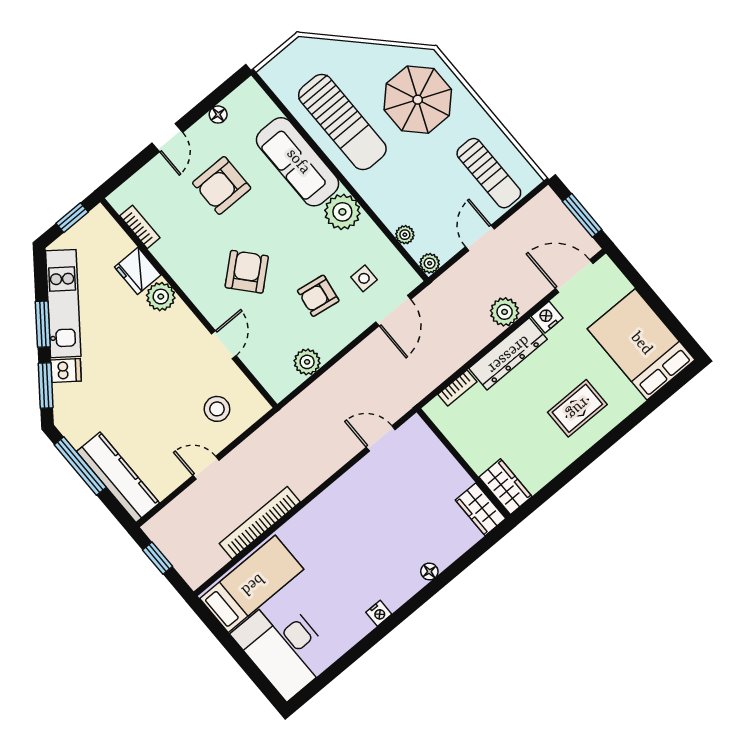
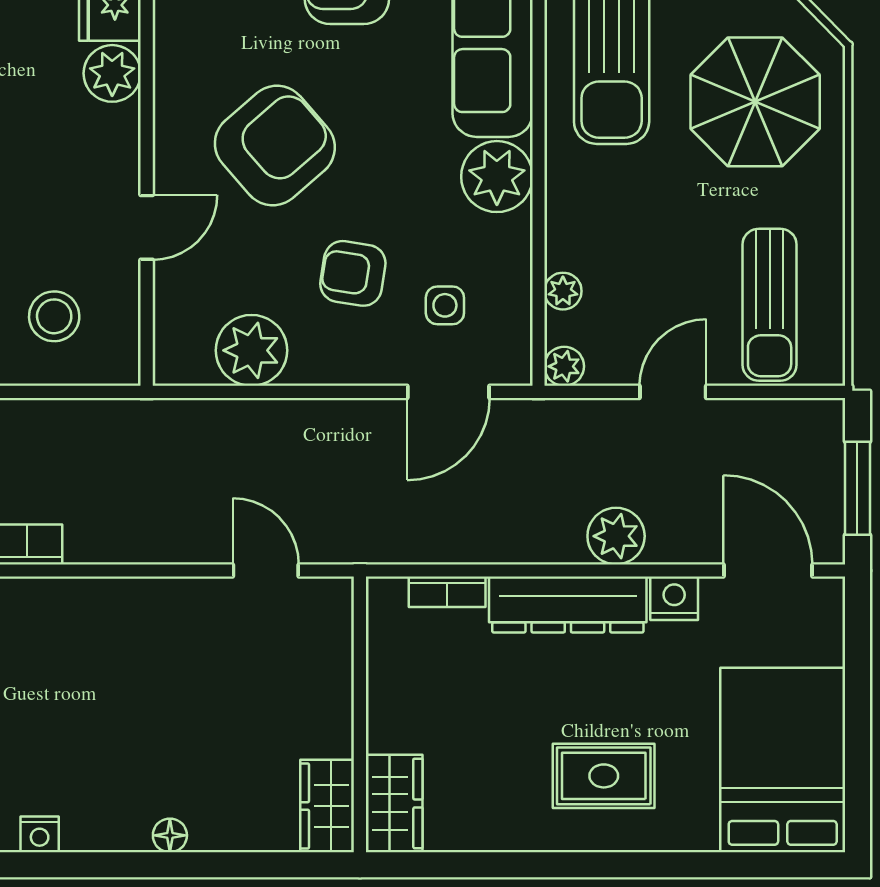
armchair: (247, 272) -> (275, 145), width x1.36, depth x1.36
plant: (307, 362) -> (251, 350), width x1.36, depth x1.36

